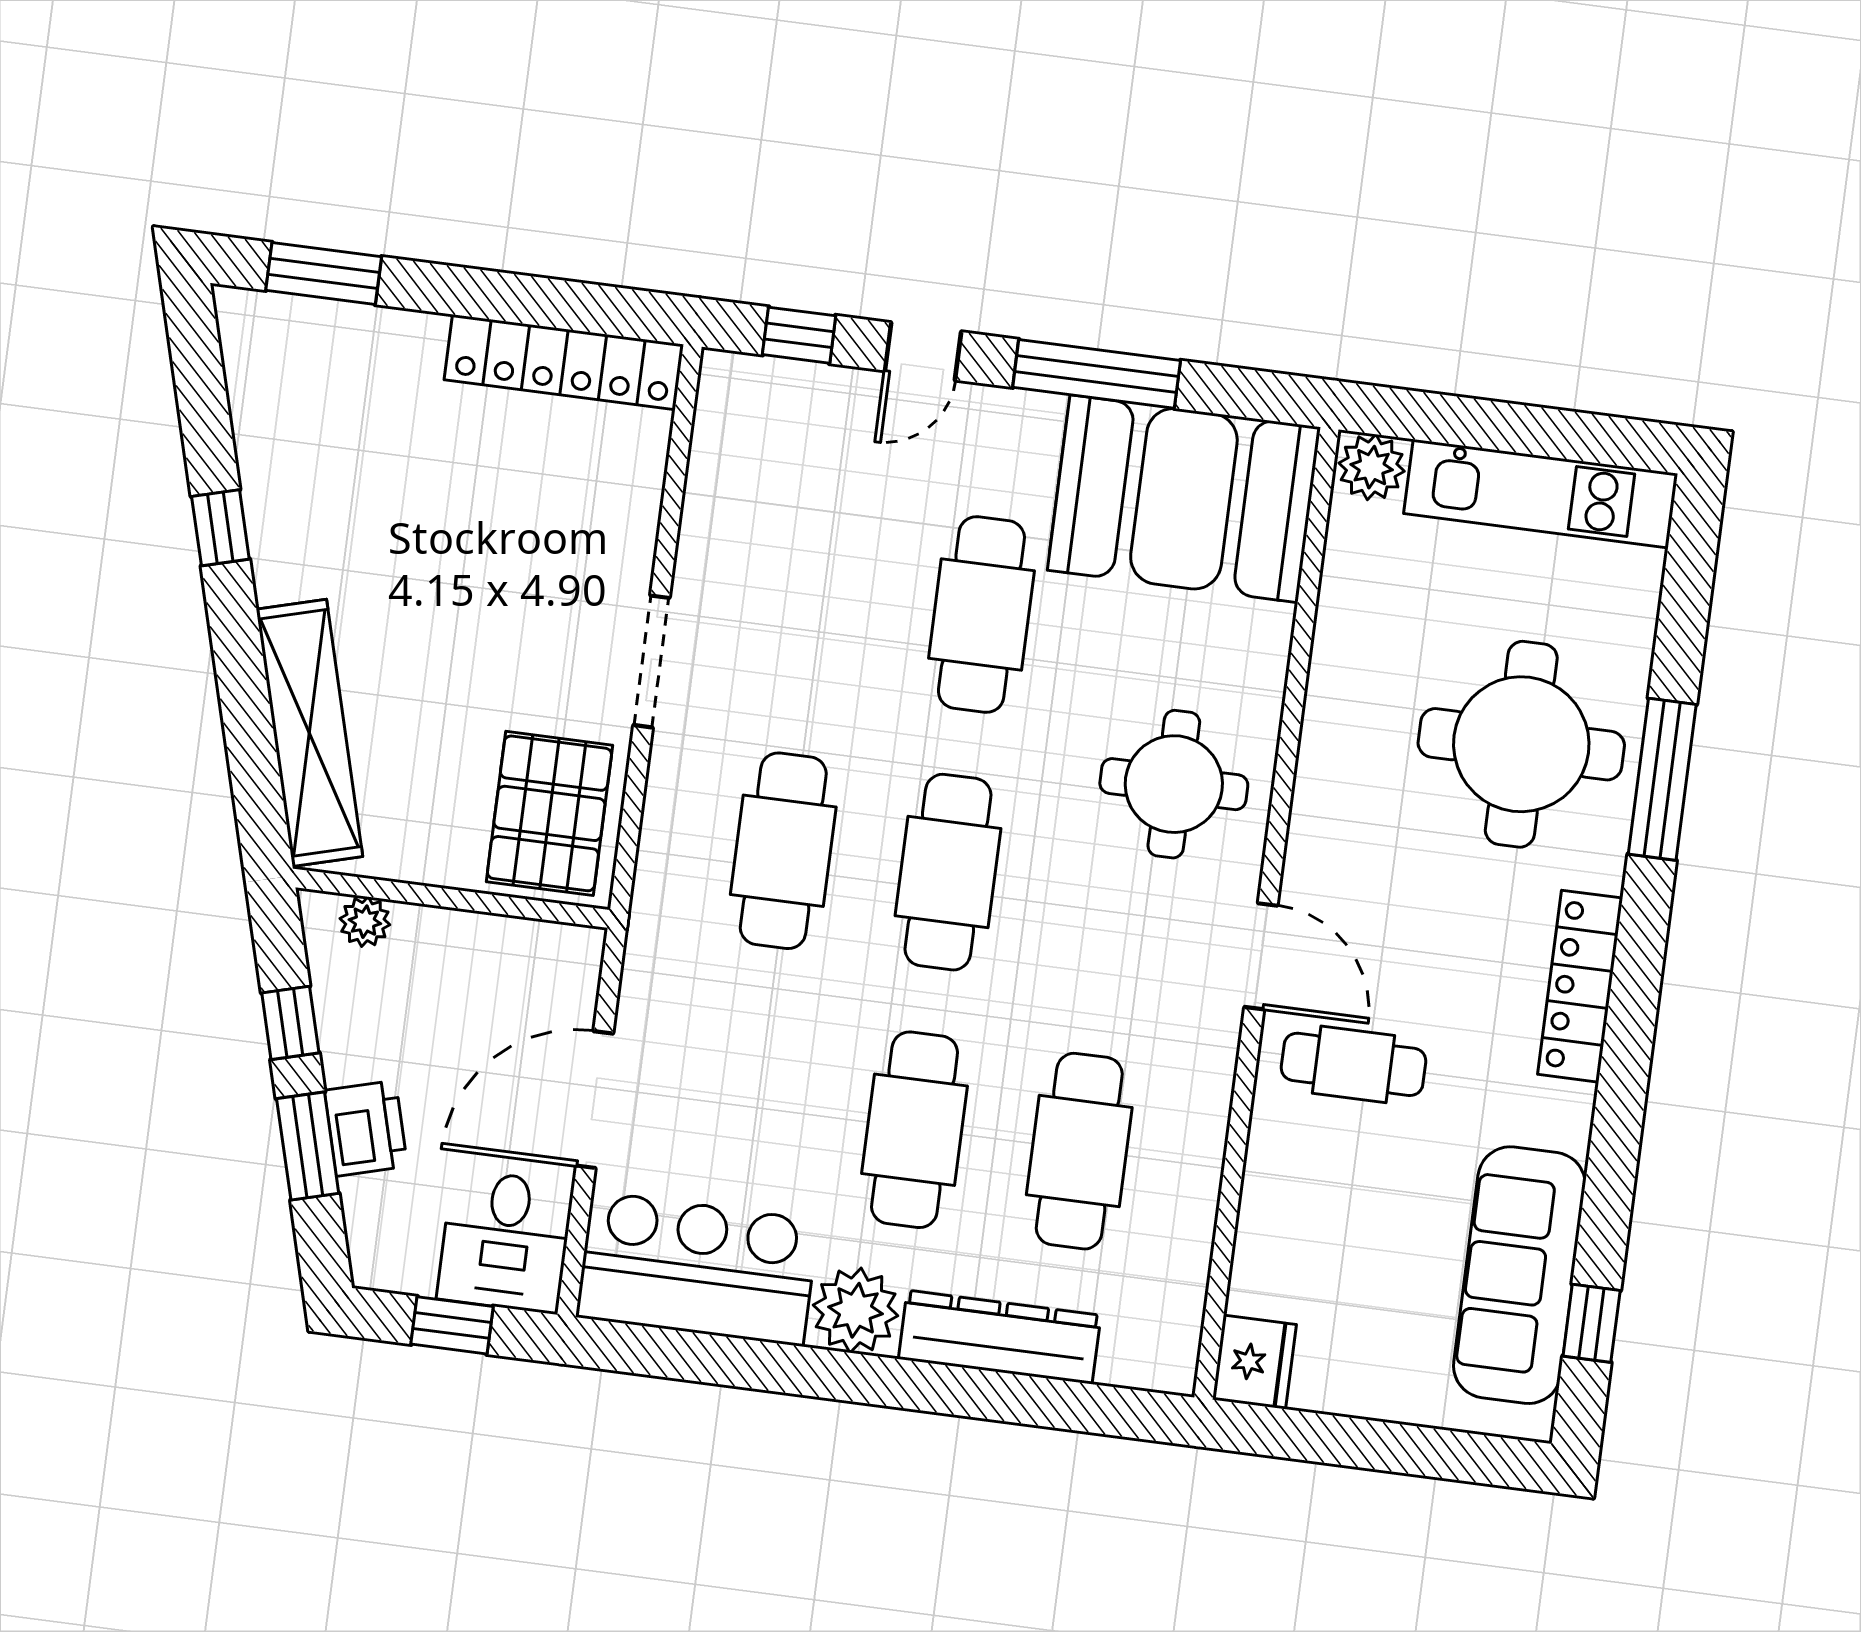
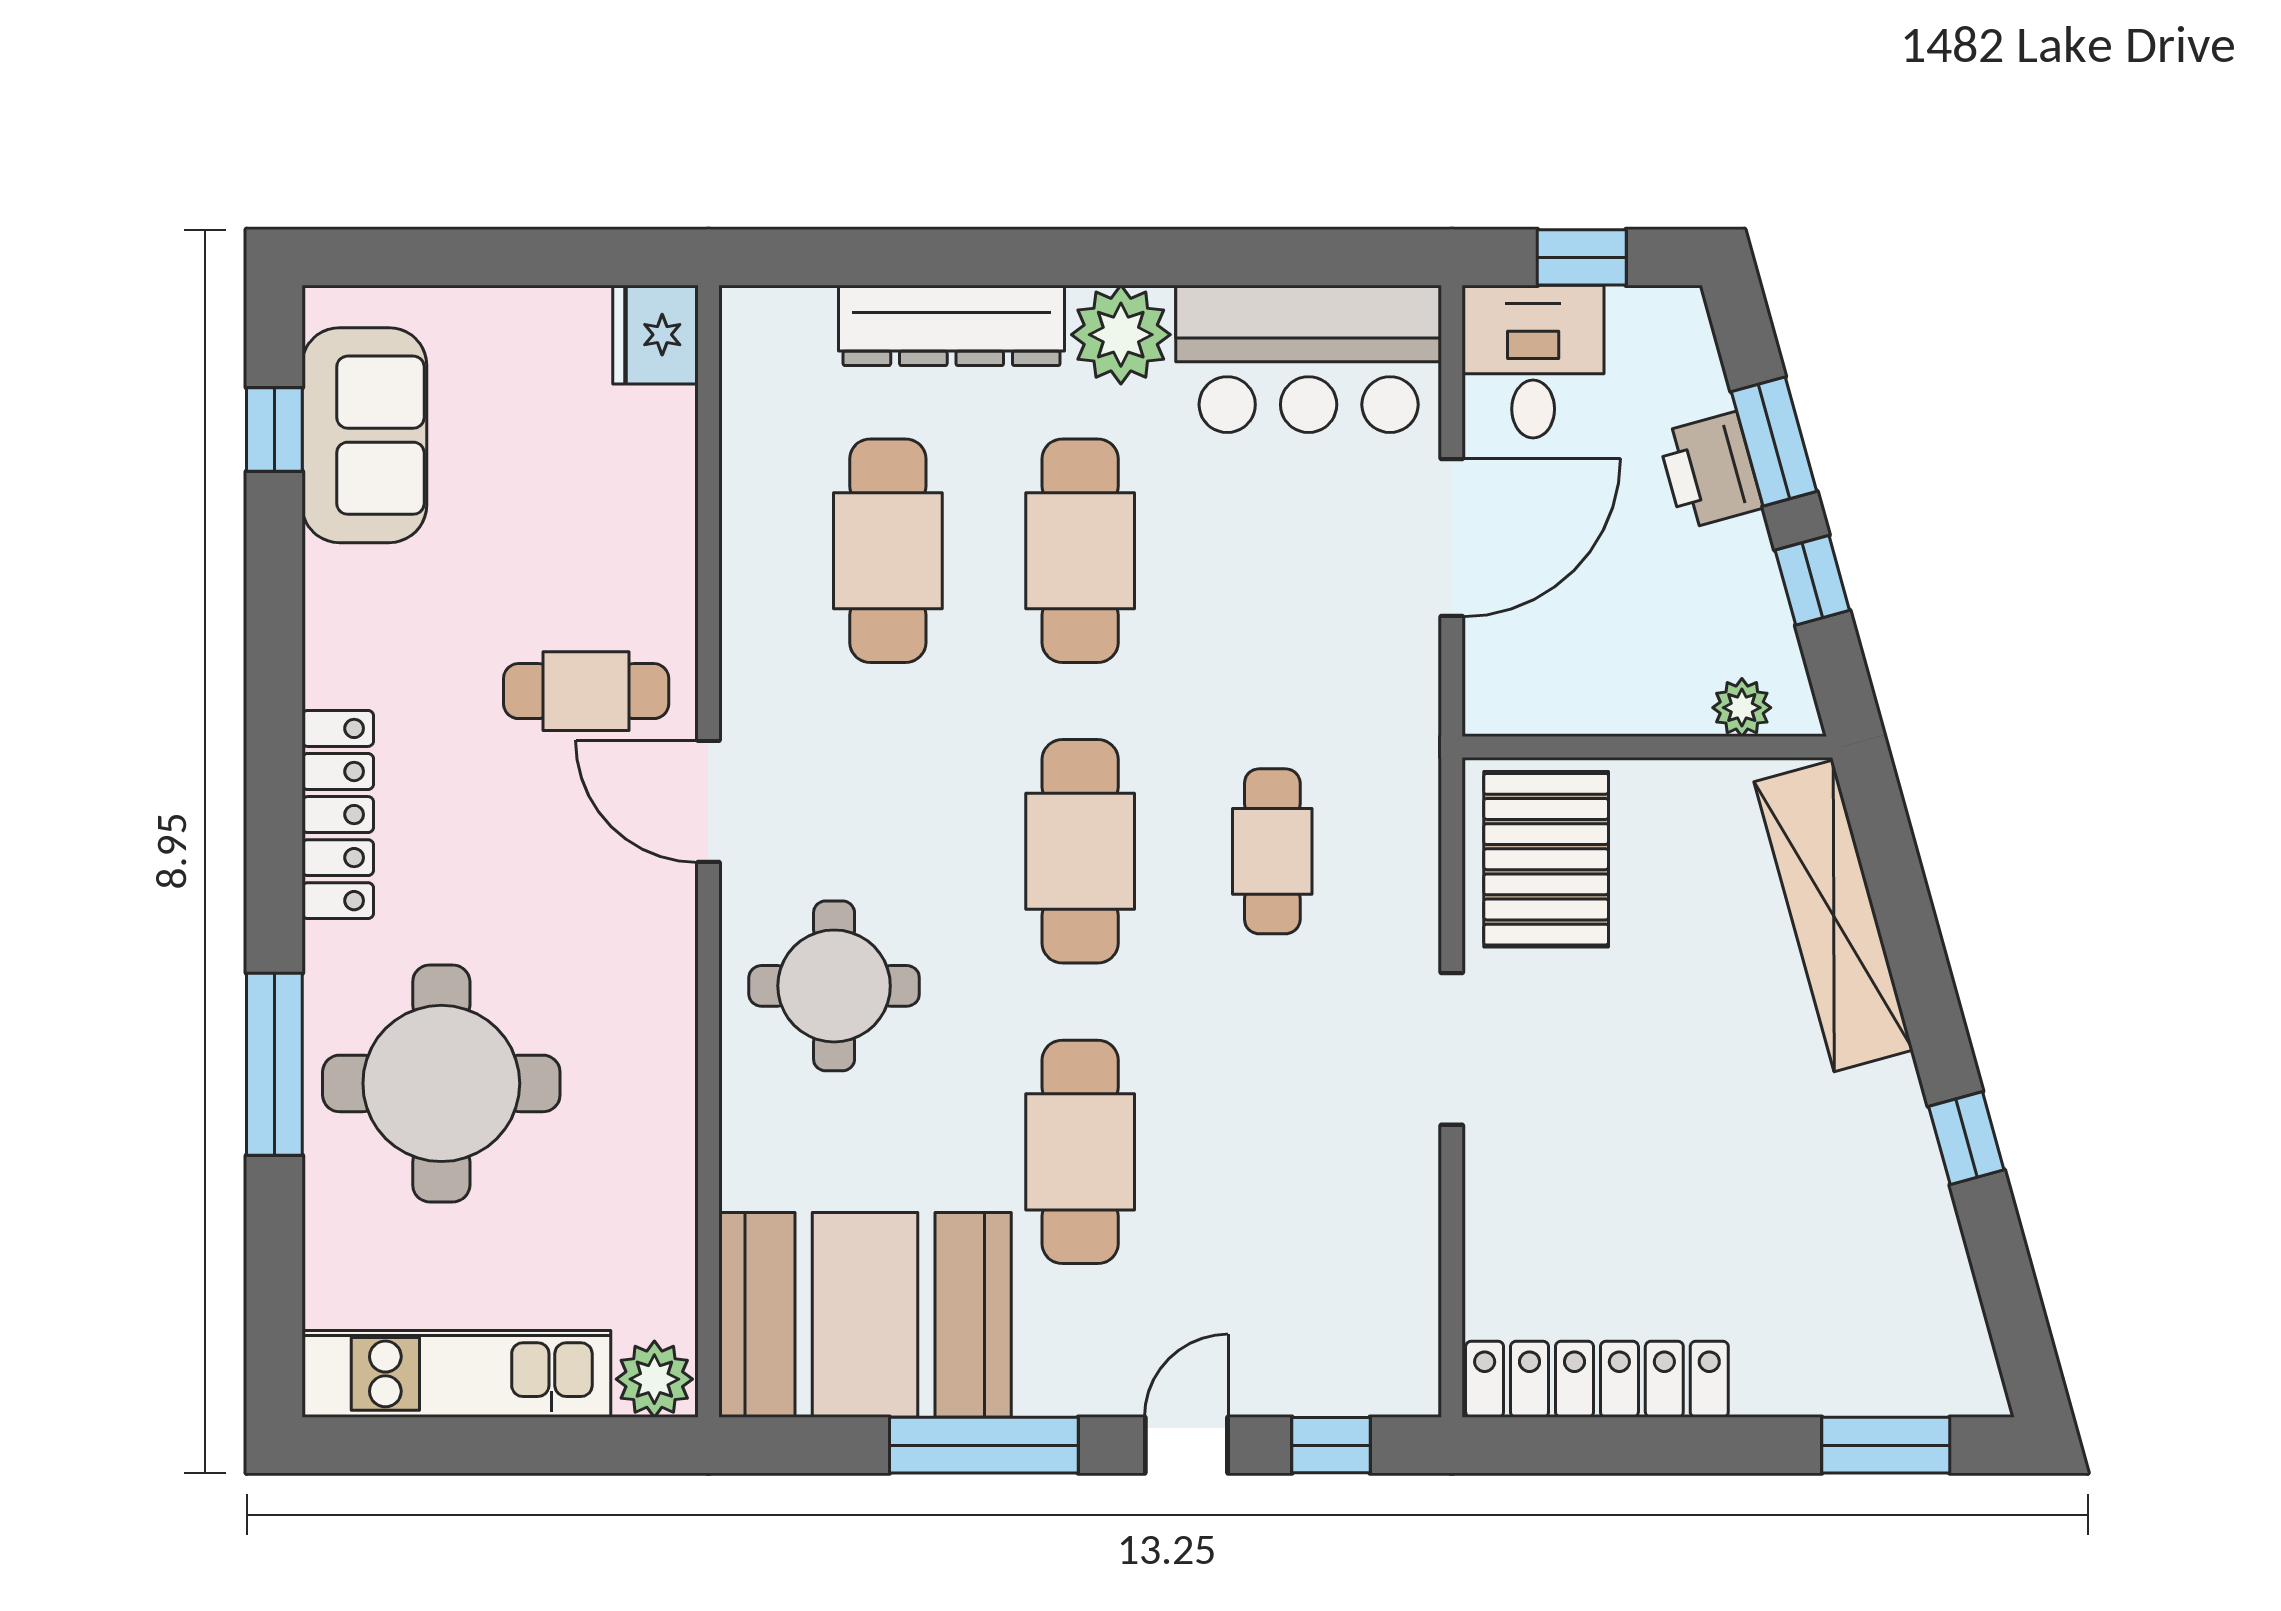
cafe table: (783, 851) -> (1272, 851), width x0.73, depth x0.74
sofa: (1519, 1275) -> (364, 435), width x0.73

